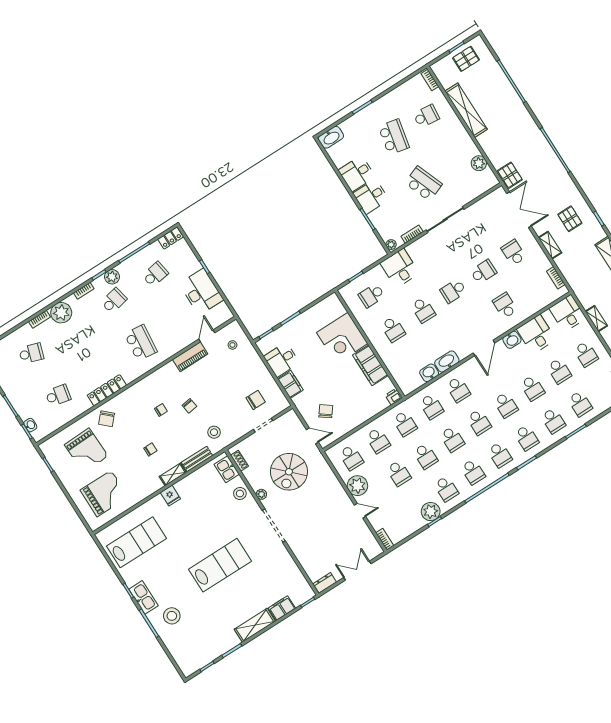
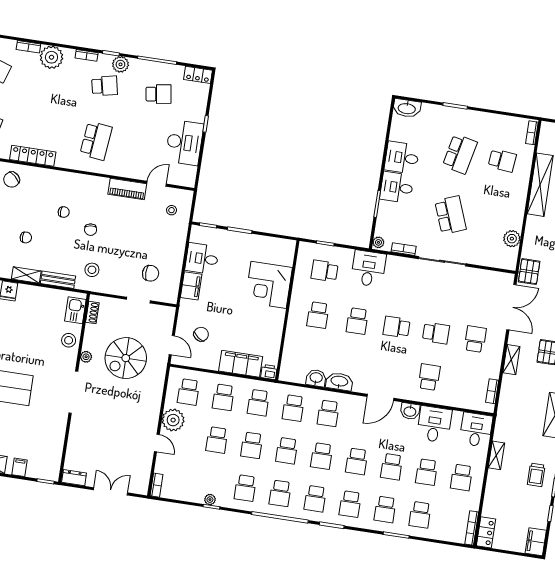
filing cabinet: (370, 365) -> (241, 364), moved, turned 90
plant: (431, 512) -> (210, 500), width x0.53, depth x0.53
filing cabinet: (282, 608) -> (20, 467), width x0.50

